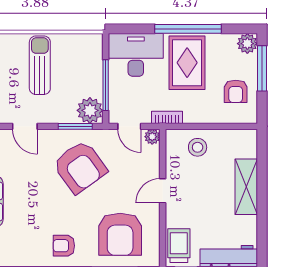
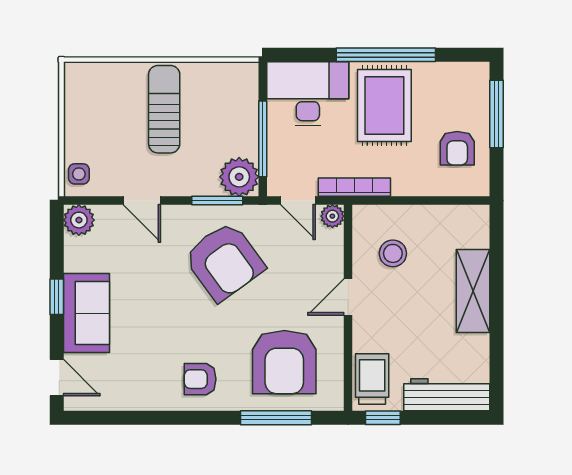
plant: (247, 44) -> (475, 77), removed
bookcase: (167, 117) -> (354, 187), width x1.56
stool: (198, 147) -> (393, 253), moved

